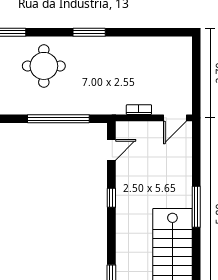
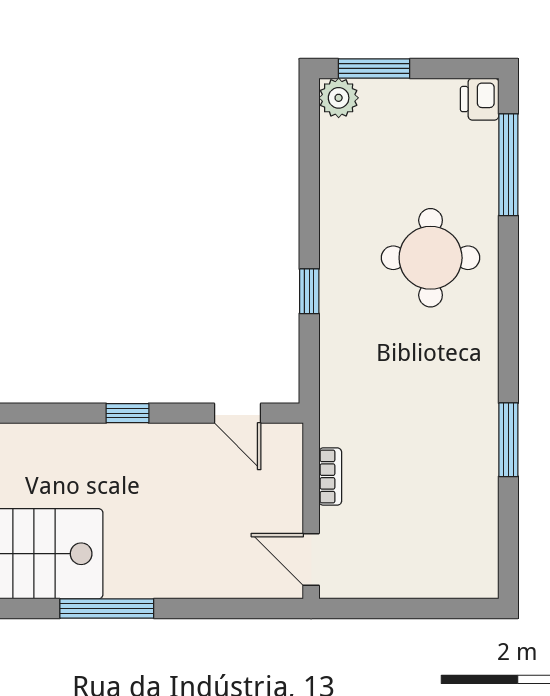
window: (89, 32) -> (508, 440), moved
window: (58, 119) -> (309, 291), width x0.32

